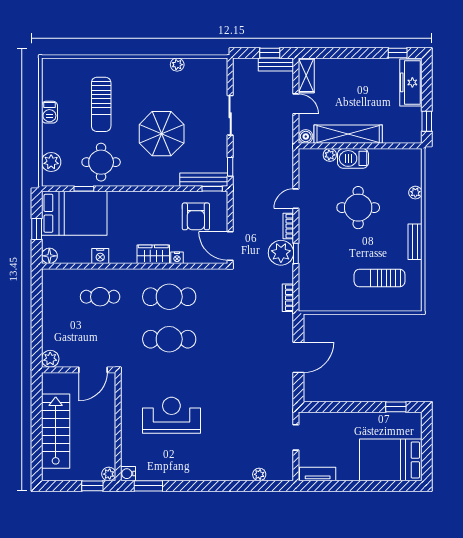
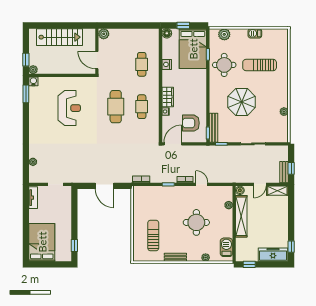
barbecue: (353, 158) -> (226, 247), moved
plant: (281, 253) -> (169, 175), removed
cafe table: (169, 297) -> (142, 107), width x0.73, depth x0.74

